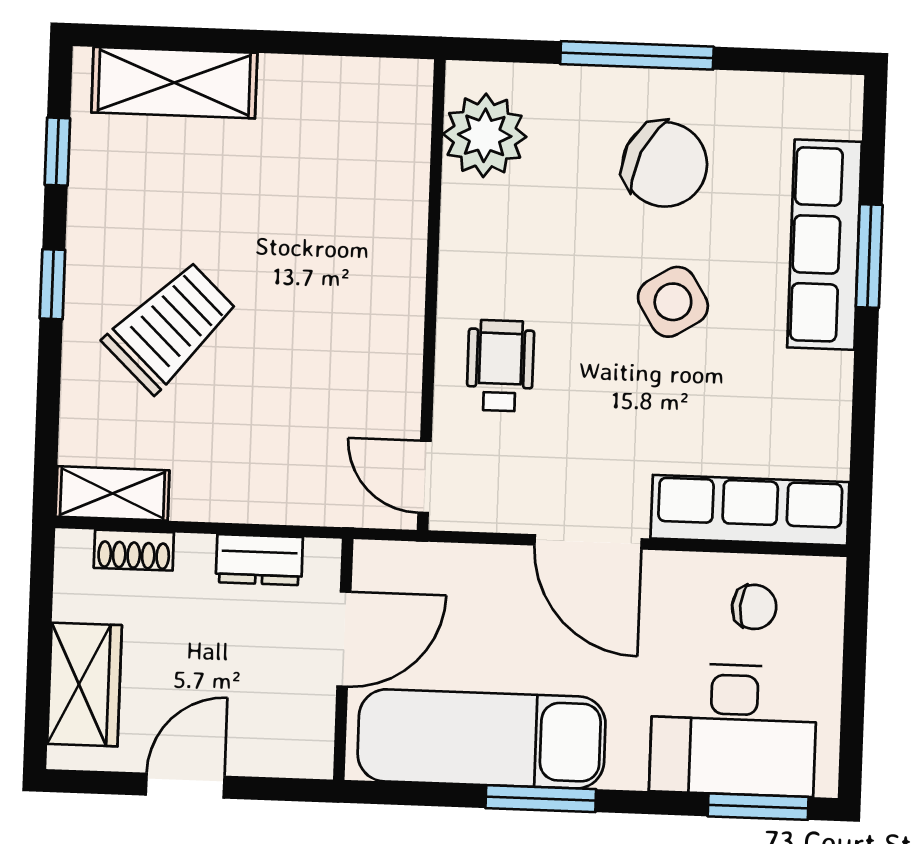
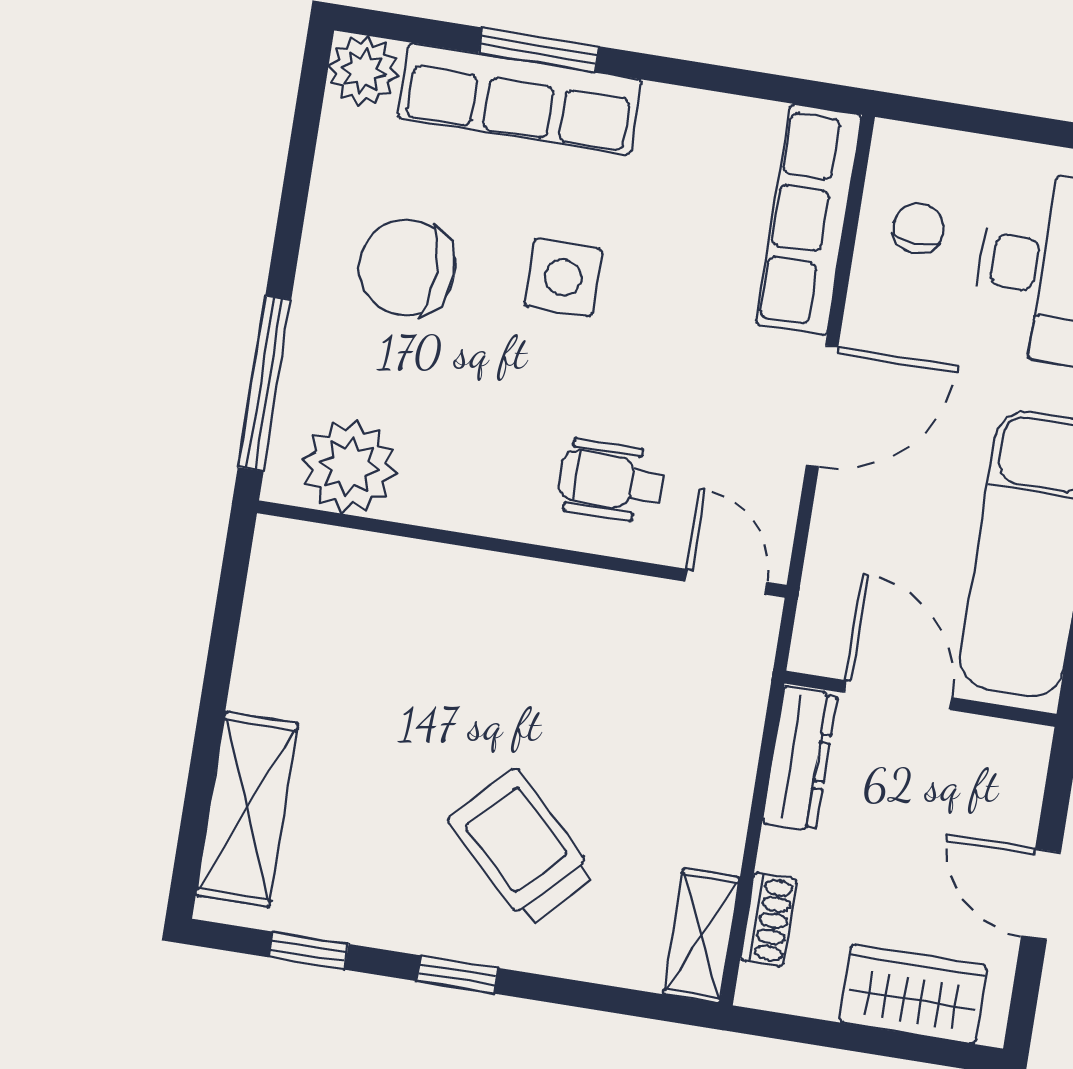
window: (637, 55) -> (264, 383), moved
plant: (832, 105) -> (363, 71), added
chair: (665, 164) -> (407, 268), turned -115
side table: (673, 302) -> (563, 277), turned 32
door: (425, 477) -> (726, 582), swing flipped
dresser: (259, 560) -> (800, 758), width x1.44

